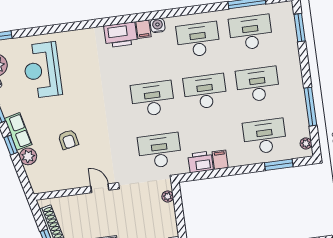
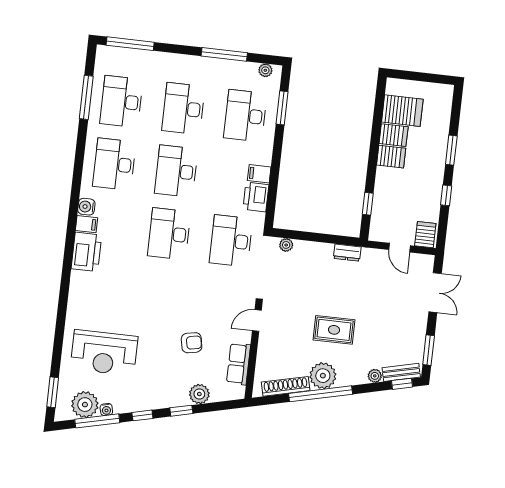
window: (300, 28) -> (130, 44), width x1.44
row of seats: (18, 131) -> (239, 364), moved, turned -77

